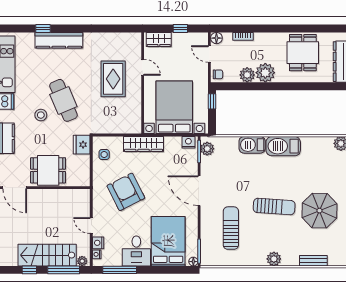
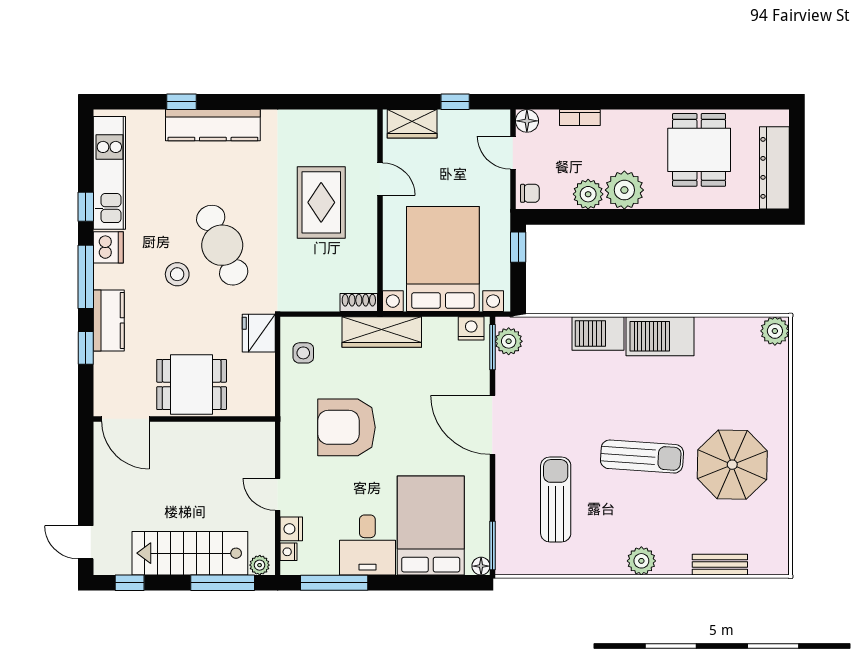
shoe rack: (132, 129) -> (359, 303), added
armchair: (126, 192) -> (346, 427), turned -63
window: (29, 270) -> (130, 583), moved

